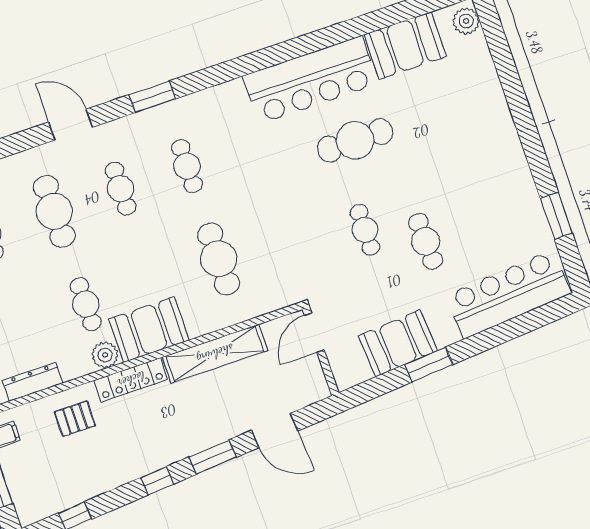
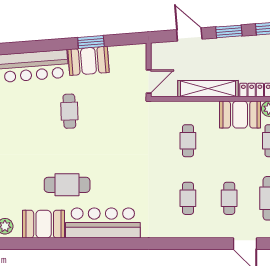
window: (152, 97) -> (194, 244), removed
cafe table: (355, 140) -> (67, 185), moved
cafe table: (365, 230) -> (101, 129), removed
cafe table: (219, 259) -> (188, 141), width x0.73, depth x0.74
booth: (398, 343) -> (88, 61), moved

